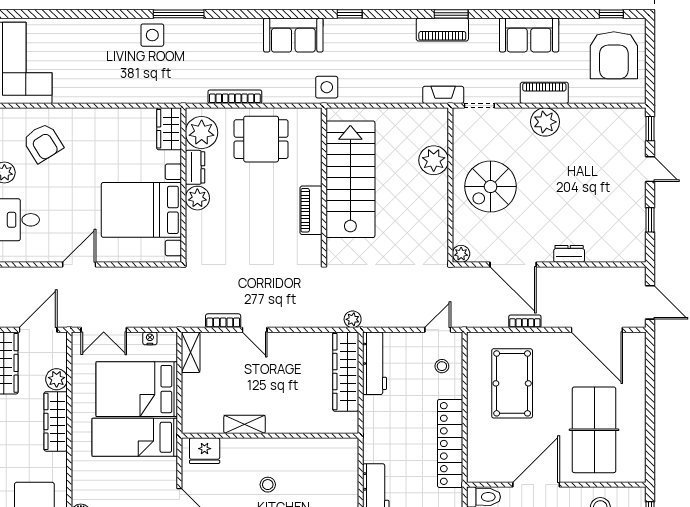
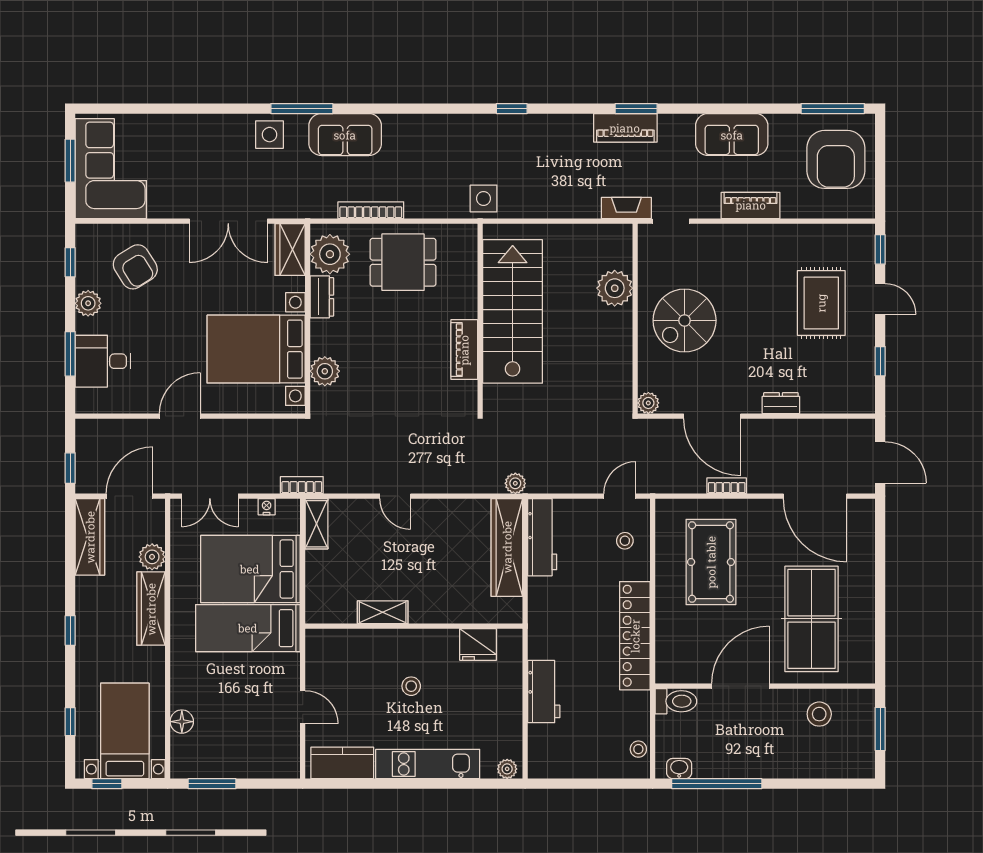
window: (611, 14) -> (833, 109), width x2.17
sofa: (293, 35) -> (345, 135), moved
double door: (119, 106) -> (228, 221), added
plant: (545, 122) -> (751, 241), removed
rug: (602, 172) -> (821, 303), added
plant: (197, 198) -> (325, 371), moved
bookcase: (223, 321) -> (302, 485), moved
fridge: (205, 451) -> (478, 644), moved

